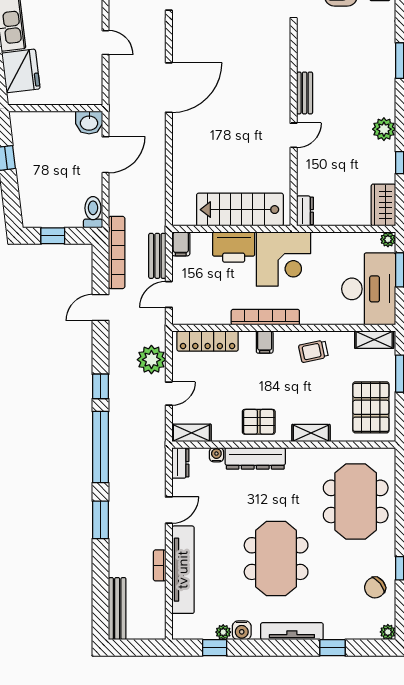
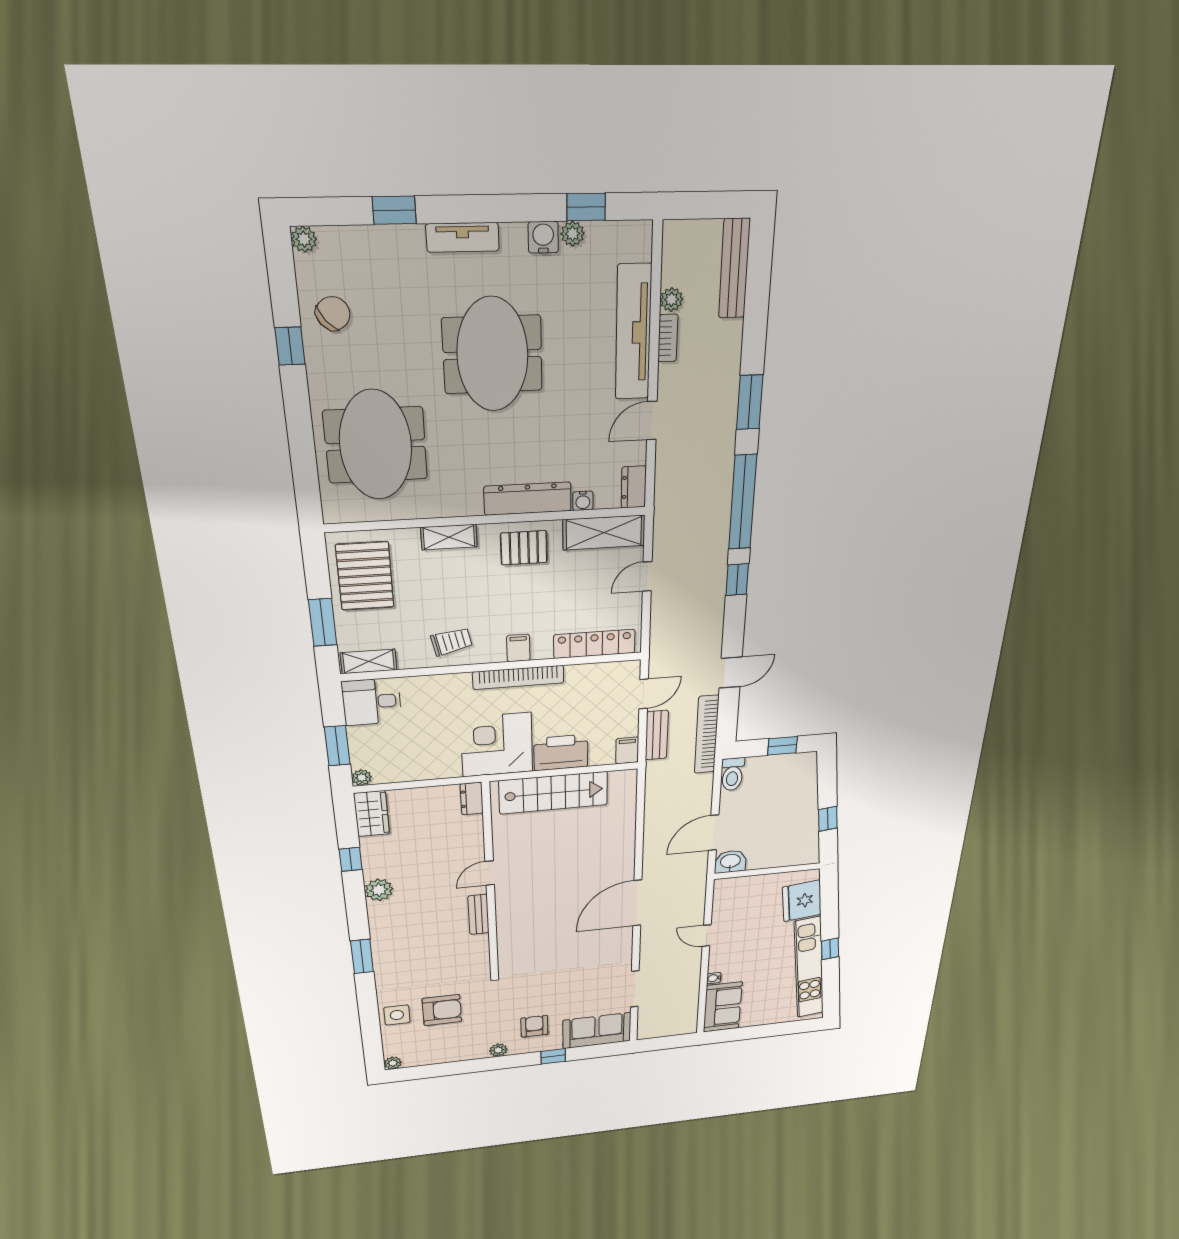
desk: (369, 289) -> (372, 702), width x0.53, depth x0.77
plant: (151, 360) -> (671, 299), moved, width x0.53, depth x0.53
shelving: (191, 433) -> (604, 533), width x1.50, depth x1.33
tv unit: (292, 631) -> (463, 237), width x0.71

